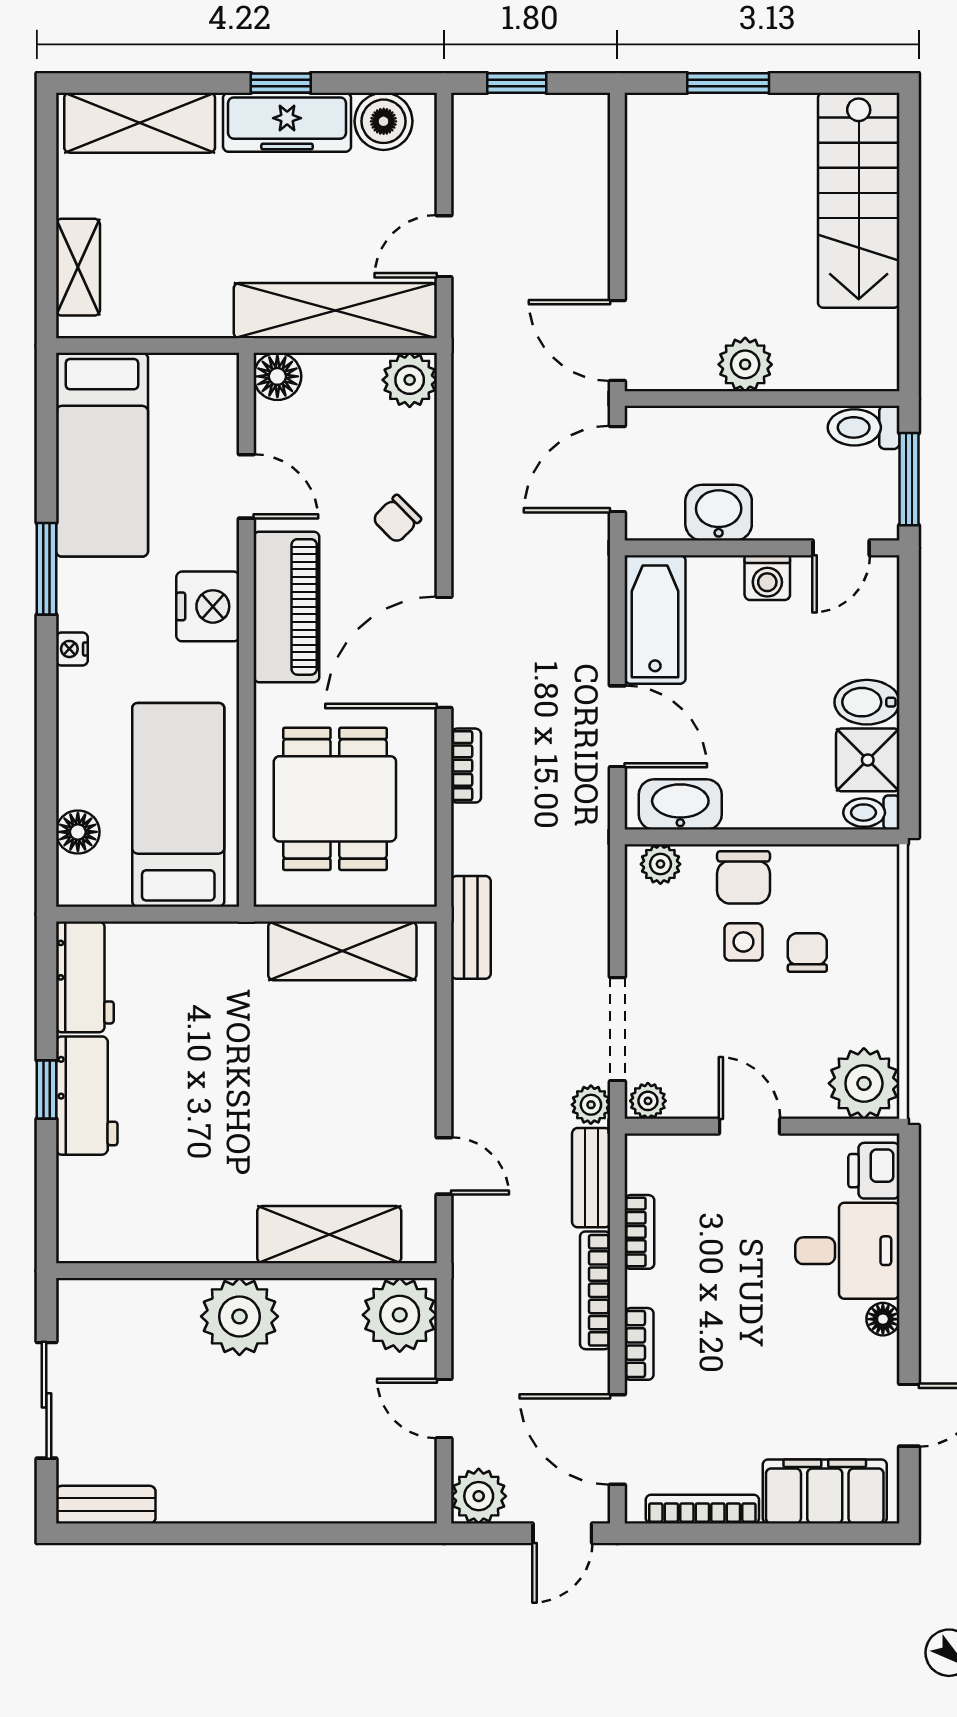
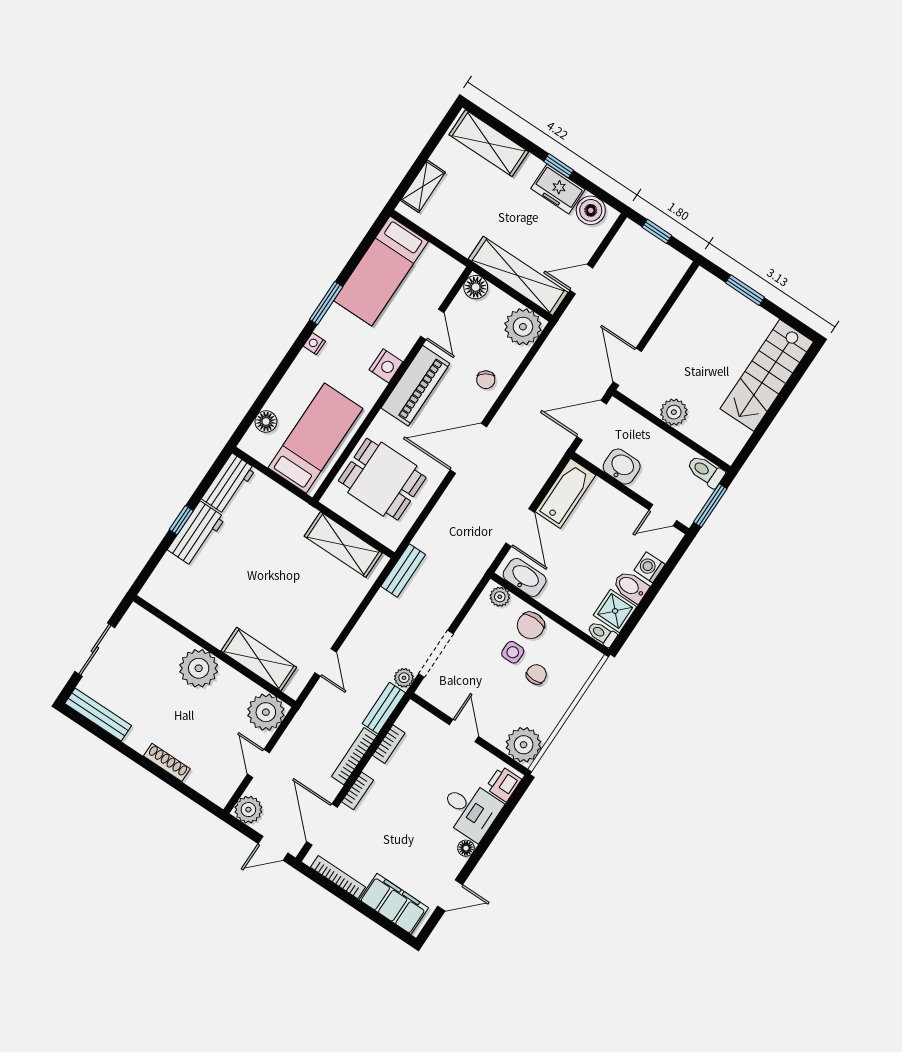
freezer: (287, 122) -> (558, 189), width x0.71
plant: (410, 380) -> (523, 327), width x1.36, depth x1.36
chair: (397, 519) -> (486, 380), turned -78
washing machine: (767, 578) -> (650, 567), moved, turned 90
nightstand: (208, 606) -> (386, 366), width x0.74, depth x0.75
bookcase: (466, 766) -> (446, 502), removed
dining table: (335, 799) -> (382, 479), turned 90
plant: (648, 1101) -> (429, 692), removed
bench: (106, 1505) -> (98, 715), width x1.36
shoe rack: (291, 1508) -> (167, 762), added

